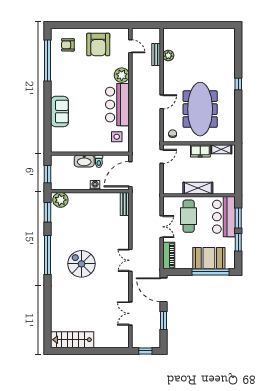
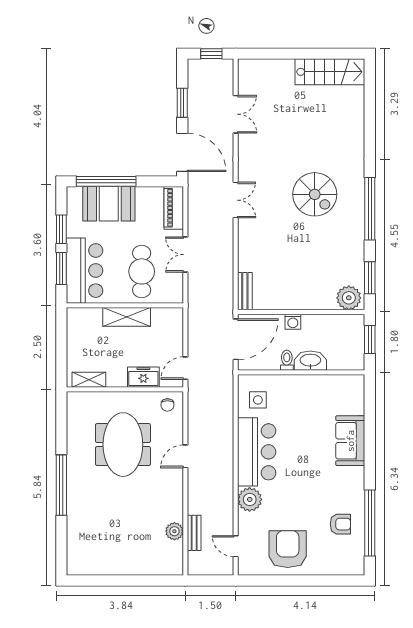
armchair: (68, 45) -> (340, 524), moved
window: (238, 84) -> (61, 485), width x3.17
meeting table: (200, 109) -> (123, 445), width x0.73
freezer: (200, 151) -> (143, 377), moved

